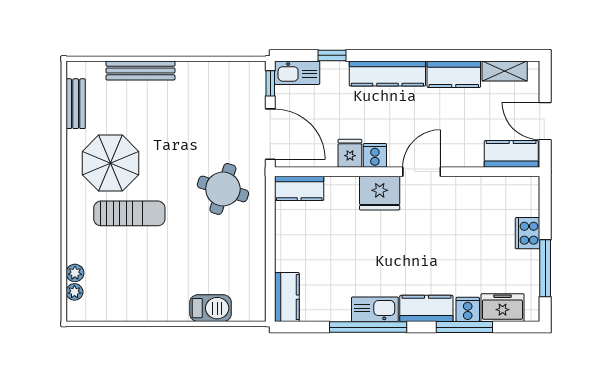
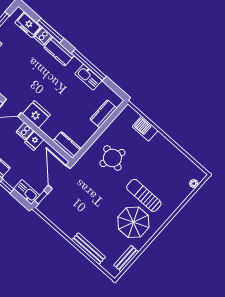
round table: (223, 189) -> (112, 158), moved
plant: (75, 273) -> (187, 191), removed
kitchen counter: (287, 297) -> (104, 114), moved
kitchen sink: (375, 309) -> (88, 77), moved

